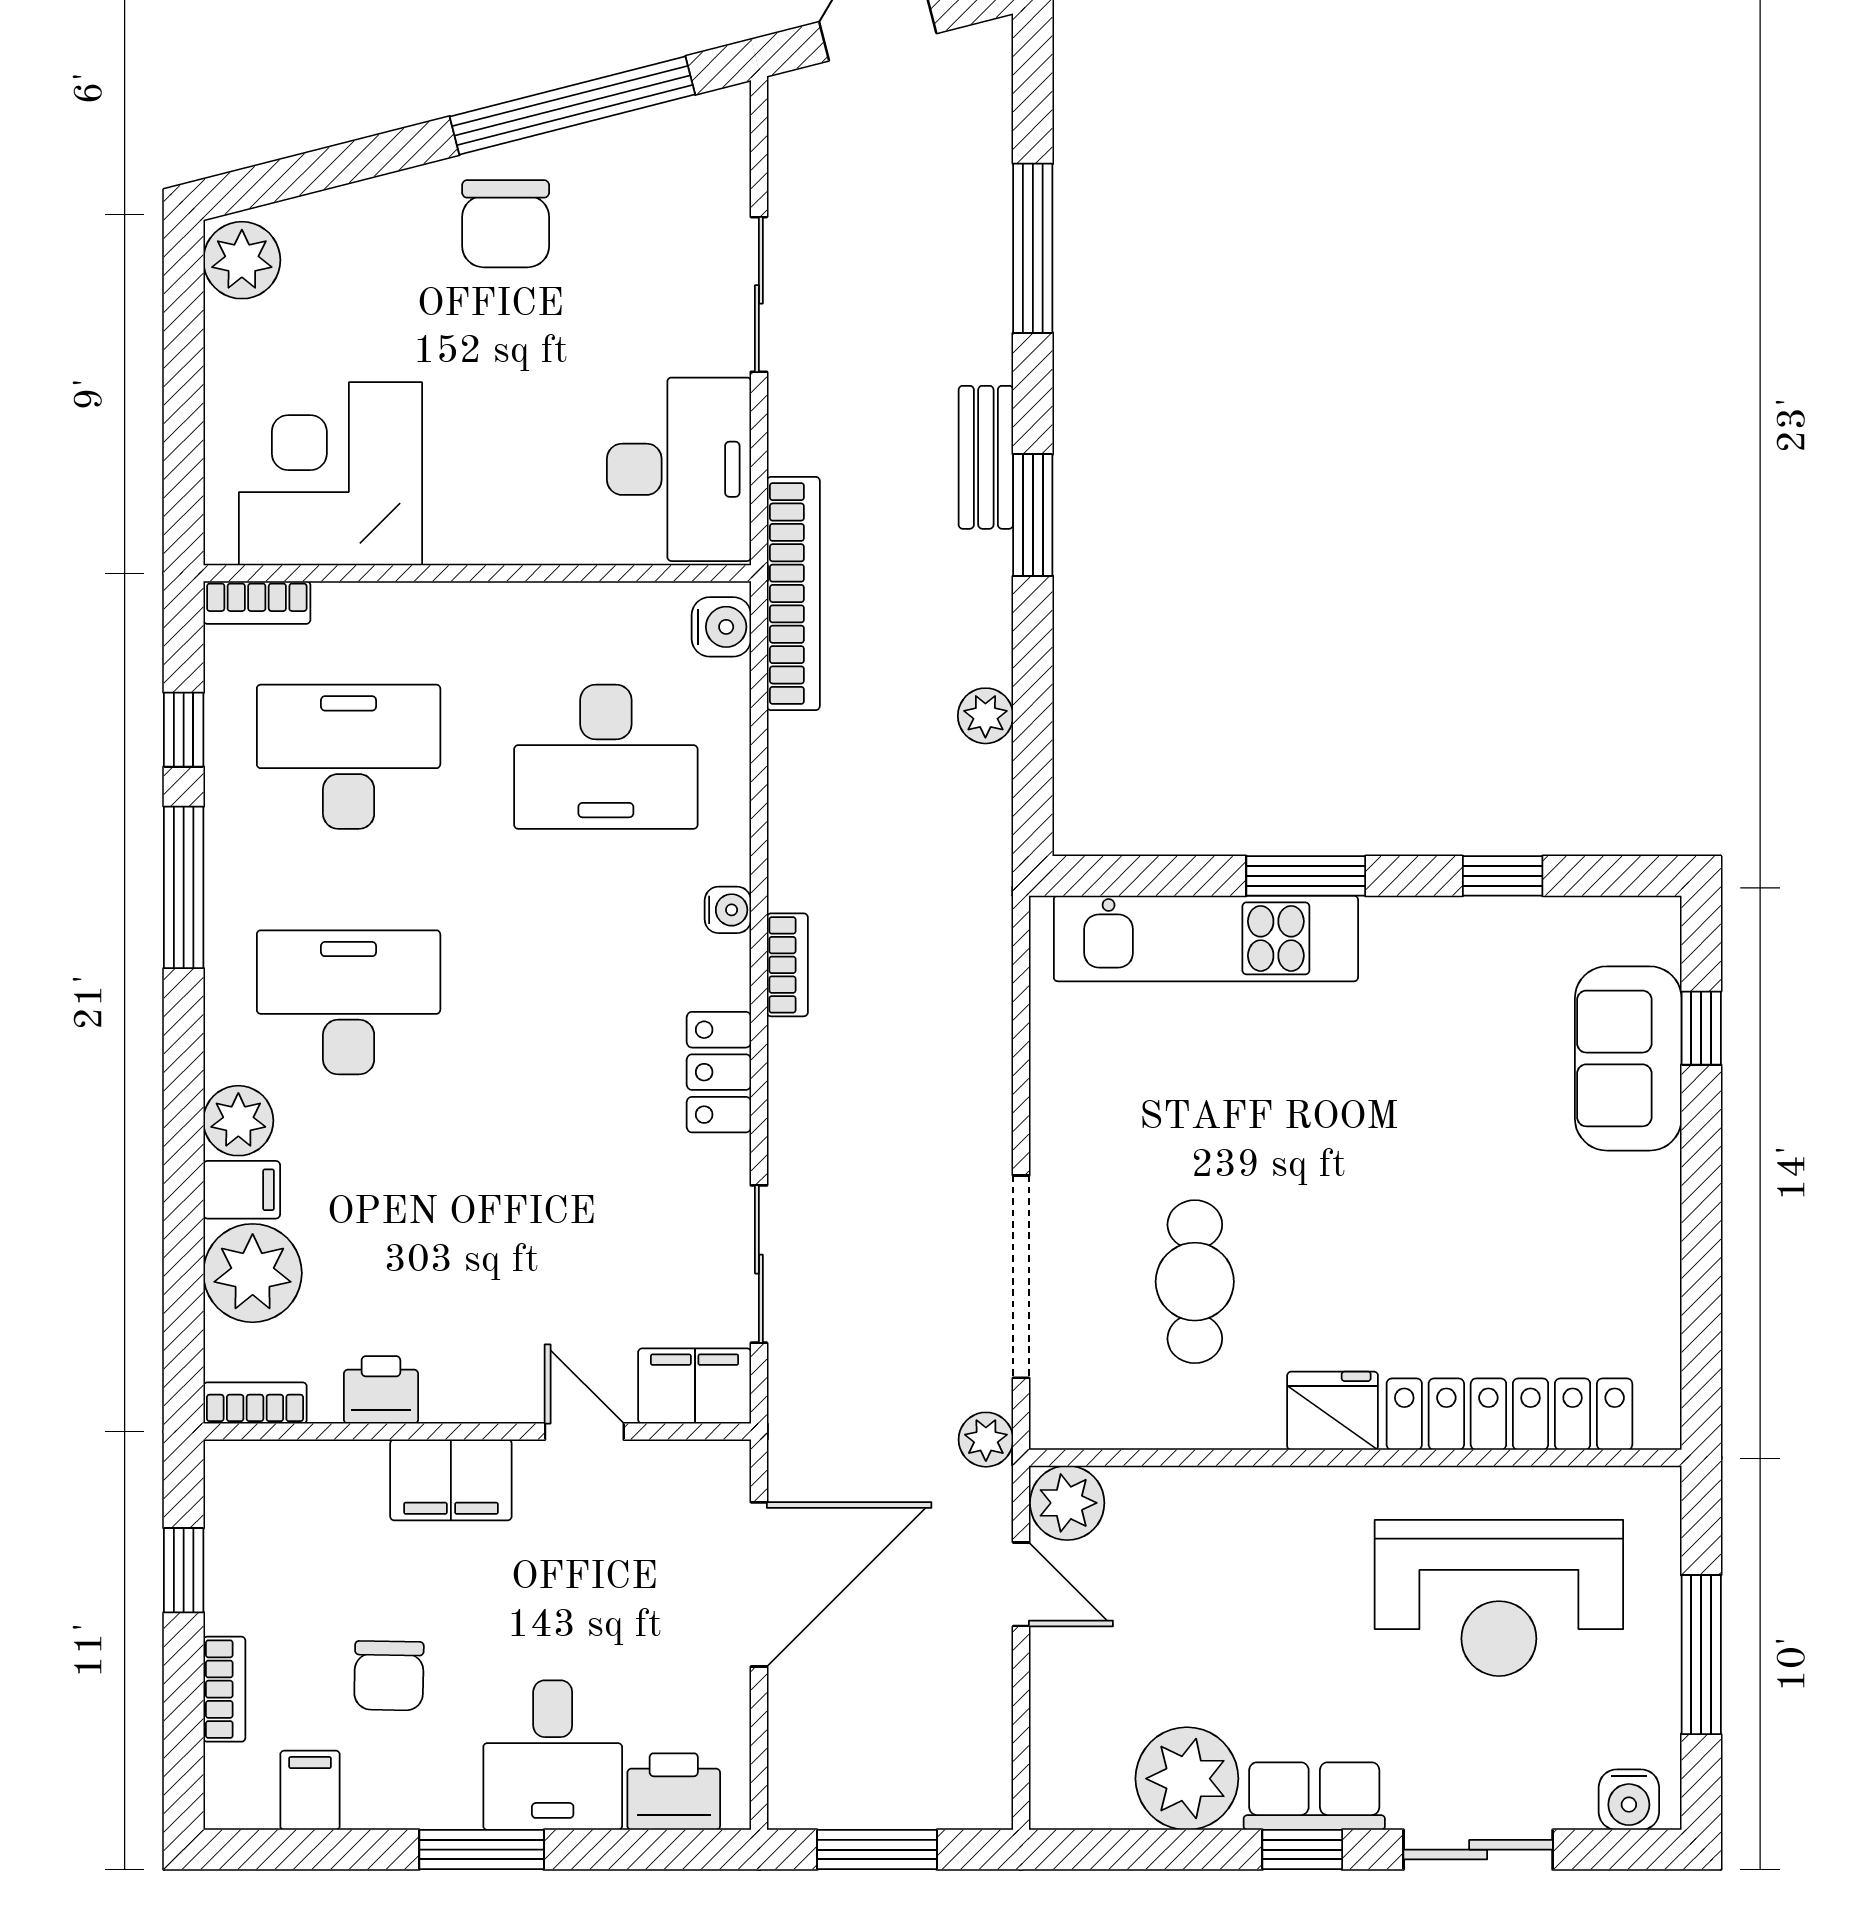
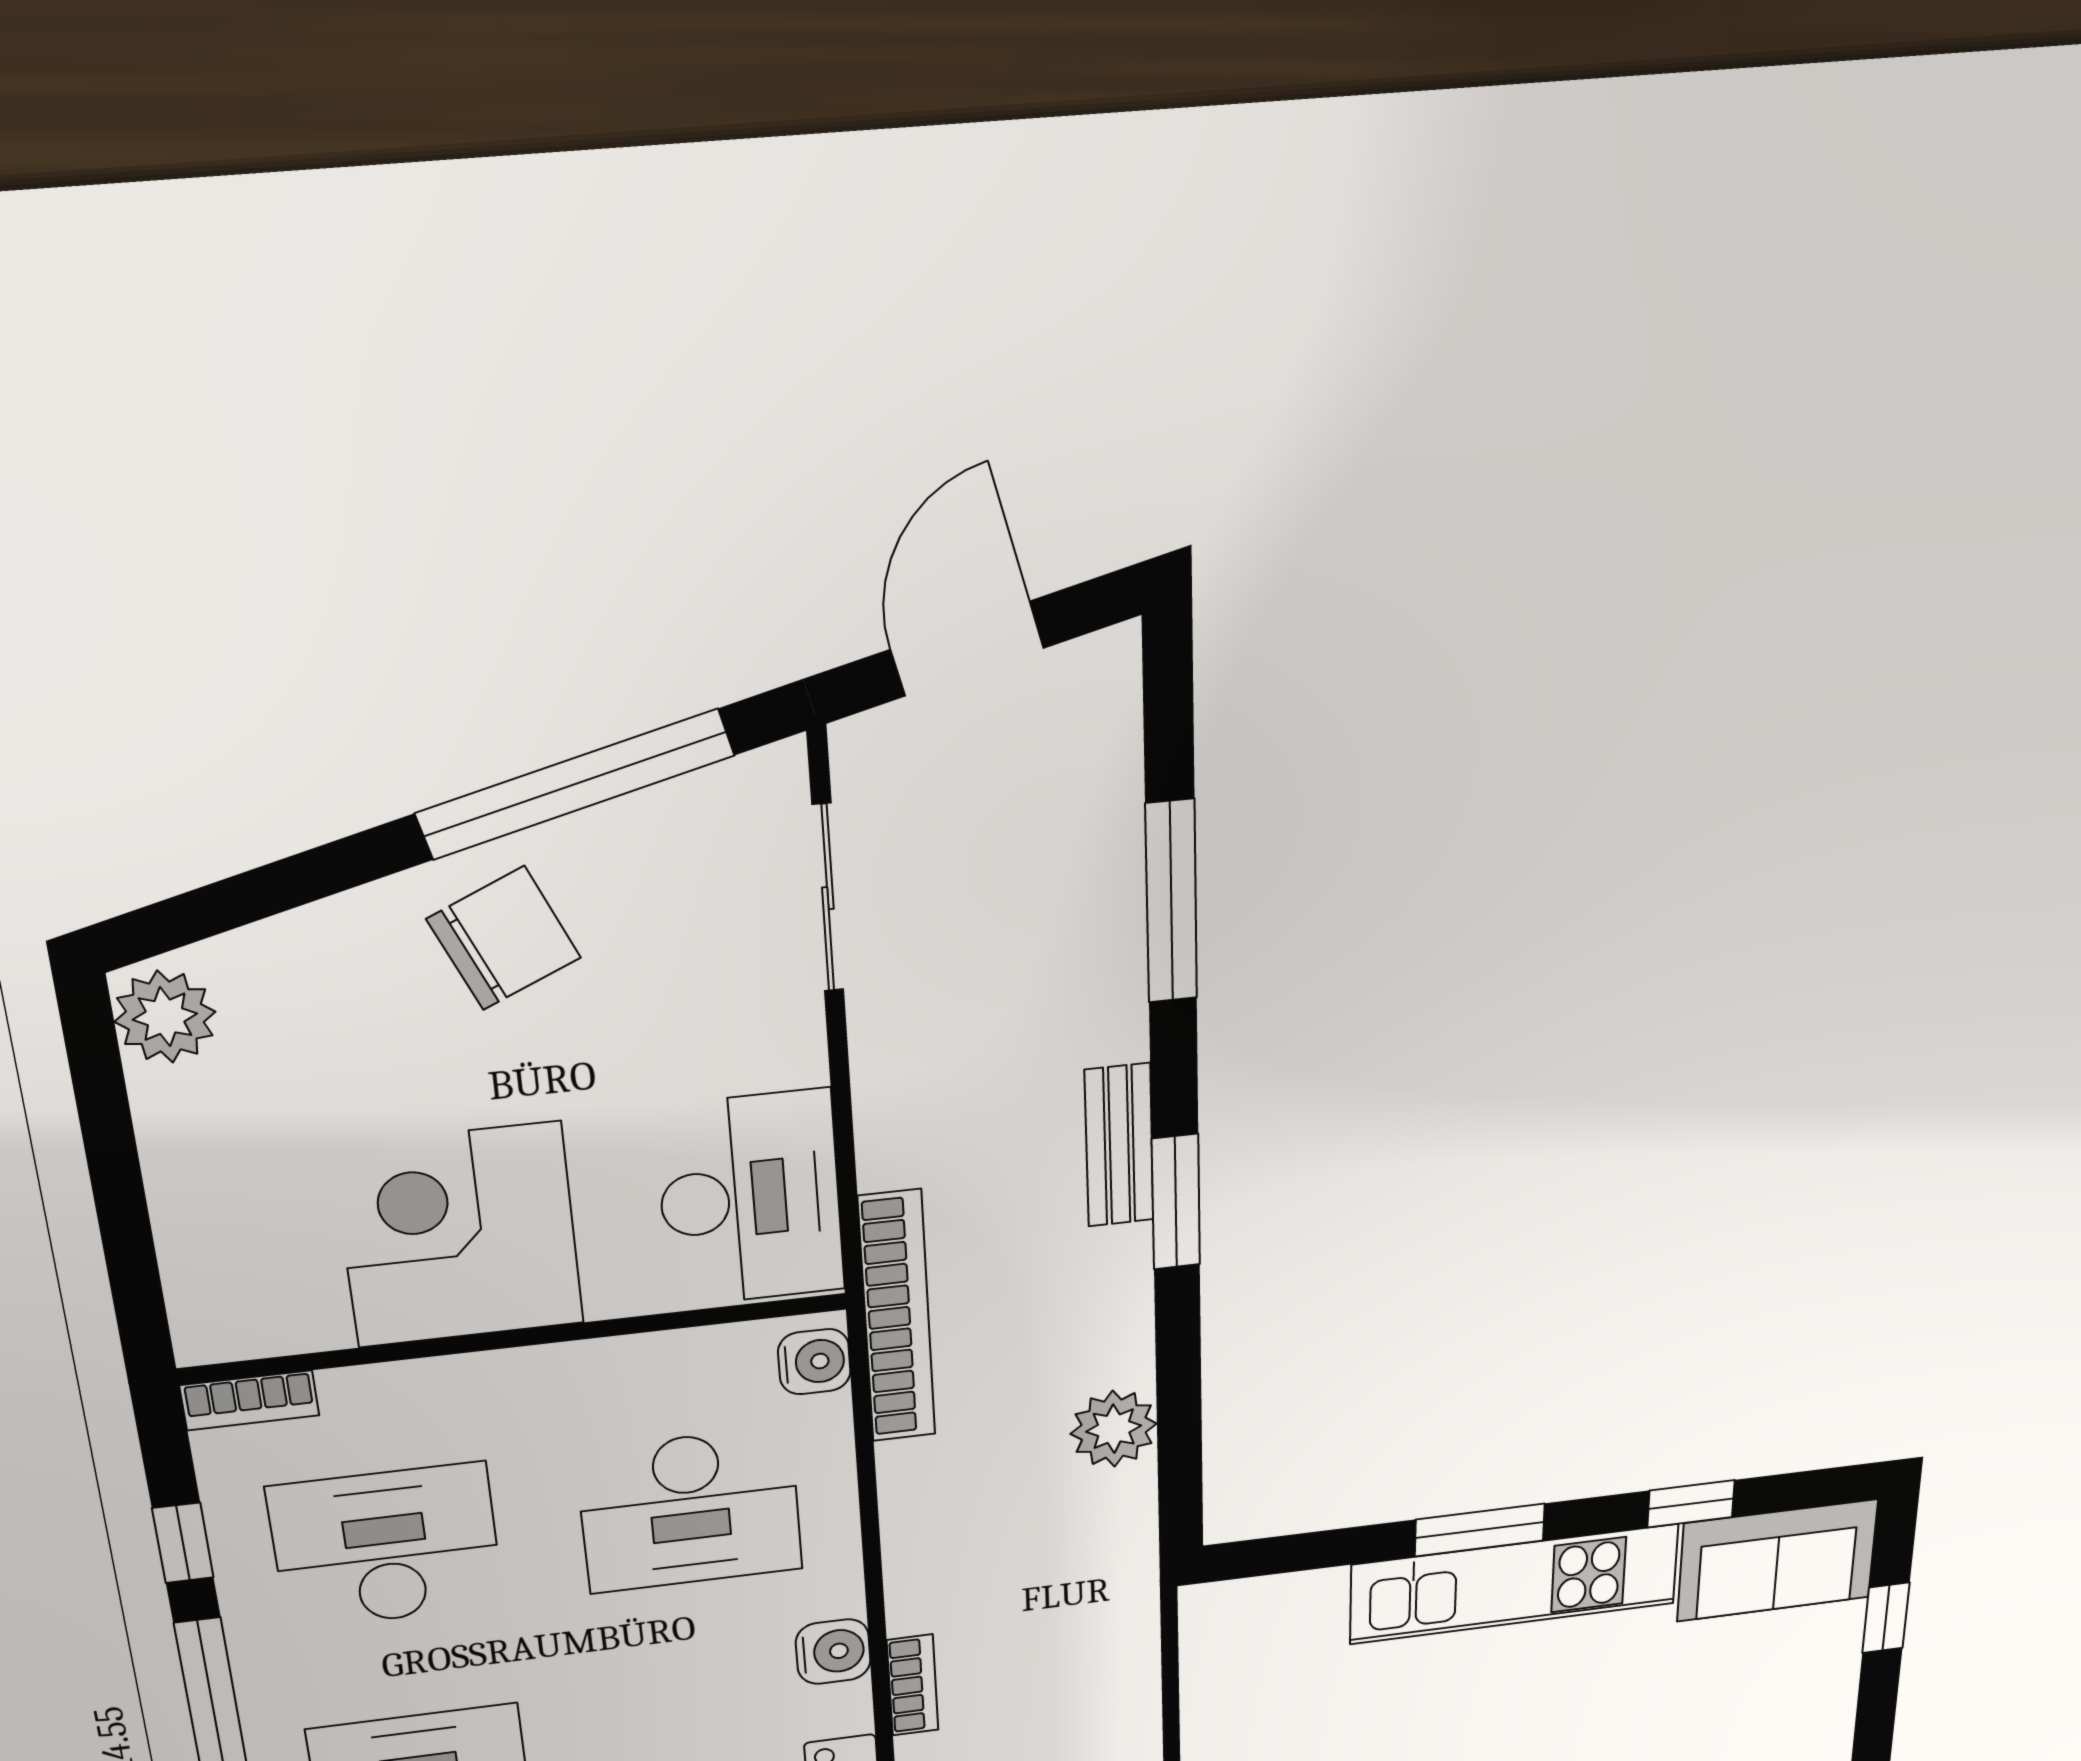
chair: (506, 224) -> (504, 938), turned -114
sliding door: (759, 294) -> (828, 898), moved
corner desk: (330, 474) -> (459, 1235), moved
plant: (985, 716) -> (1114, 1429), width x1.38, depth x1.38
water cooler: (728, 910) -> (833, 1652), width x1.38, depth x1.38
kitchen unit: (1206, 938) -> (1514, 1584), moved
sofa: (1628, 1058) -> (1777, 1560), moved, turned -90

